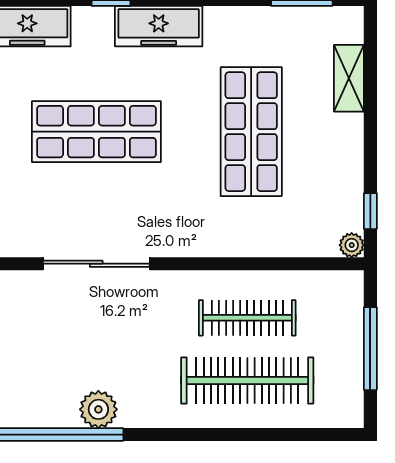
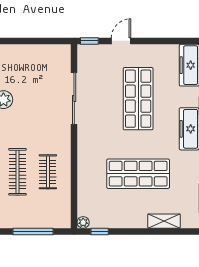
clothes rail: (247, 318) -> (48, 172), width x0.73
clothes rail: (247, 380) -> (17, 172), width x0.73, depth x0.76

